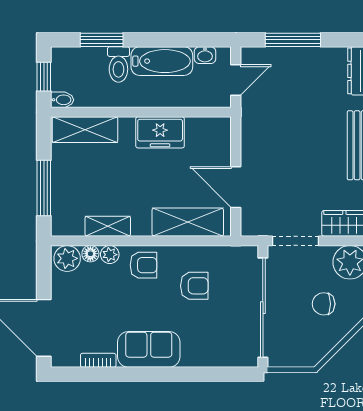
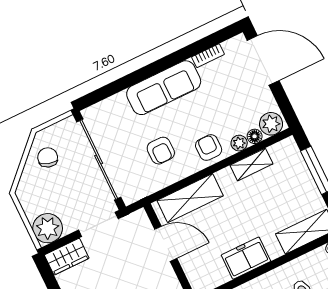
armchair: (143, 265) -> (209, 148), turned 90
armchair: (194, 286) -> (161, 151), turned -90
chair: (324, 304) -> (48, 157), moved, turned -72
sofa: (149, 349) -> (164, 88), width x1.36

